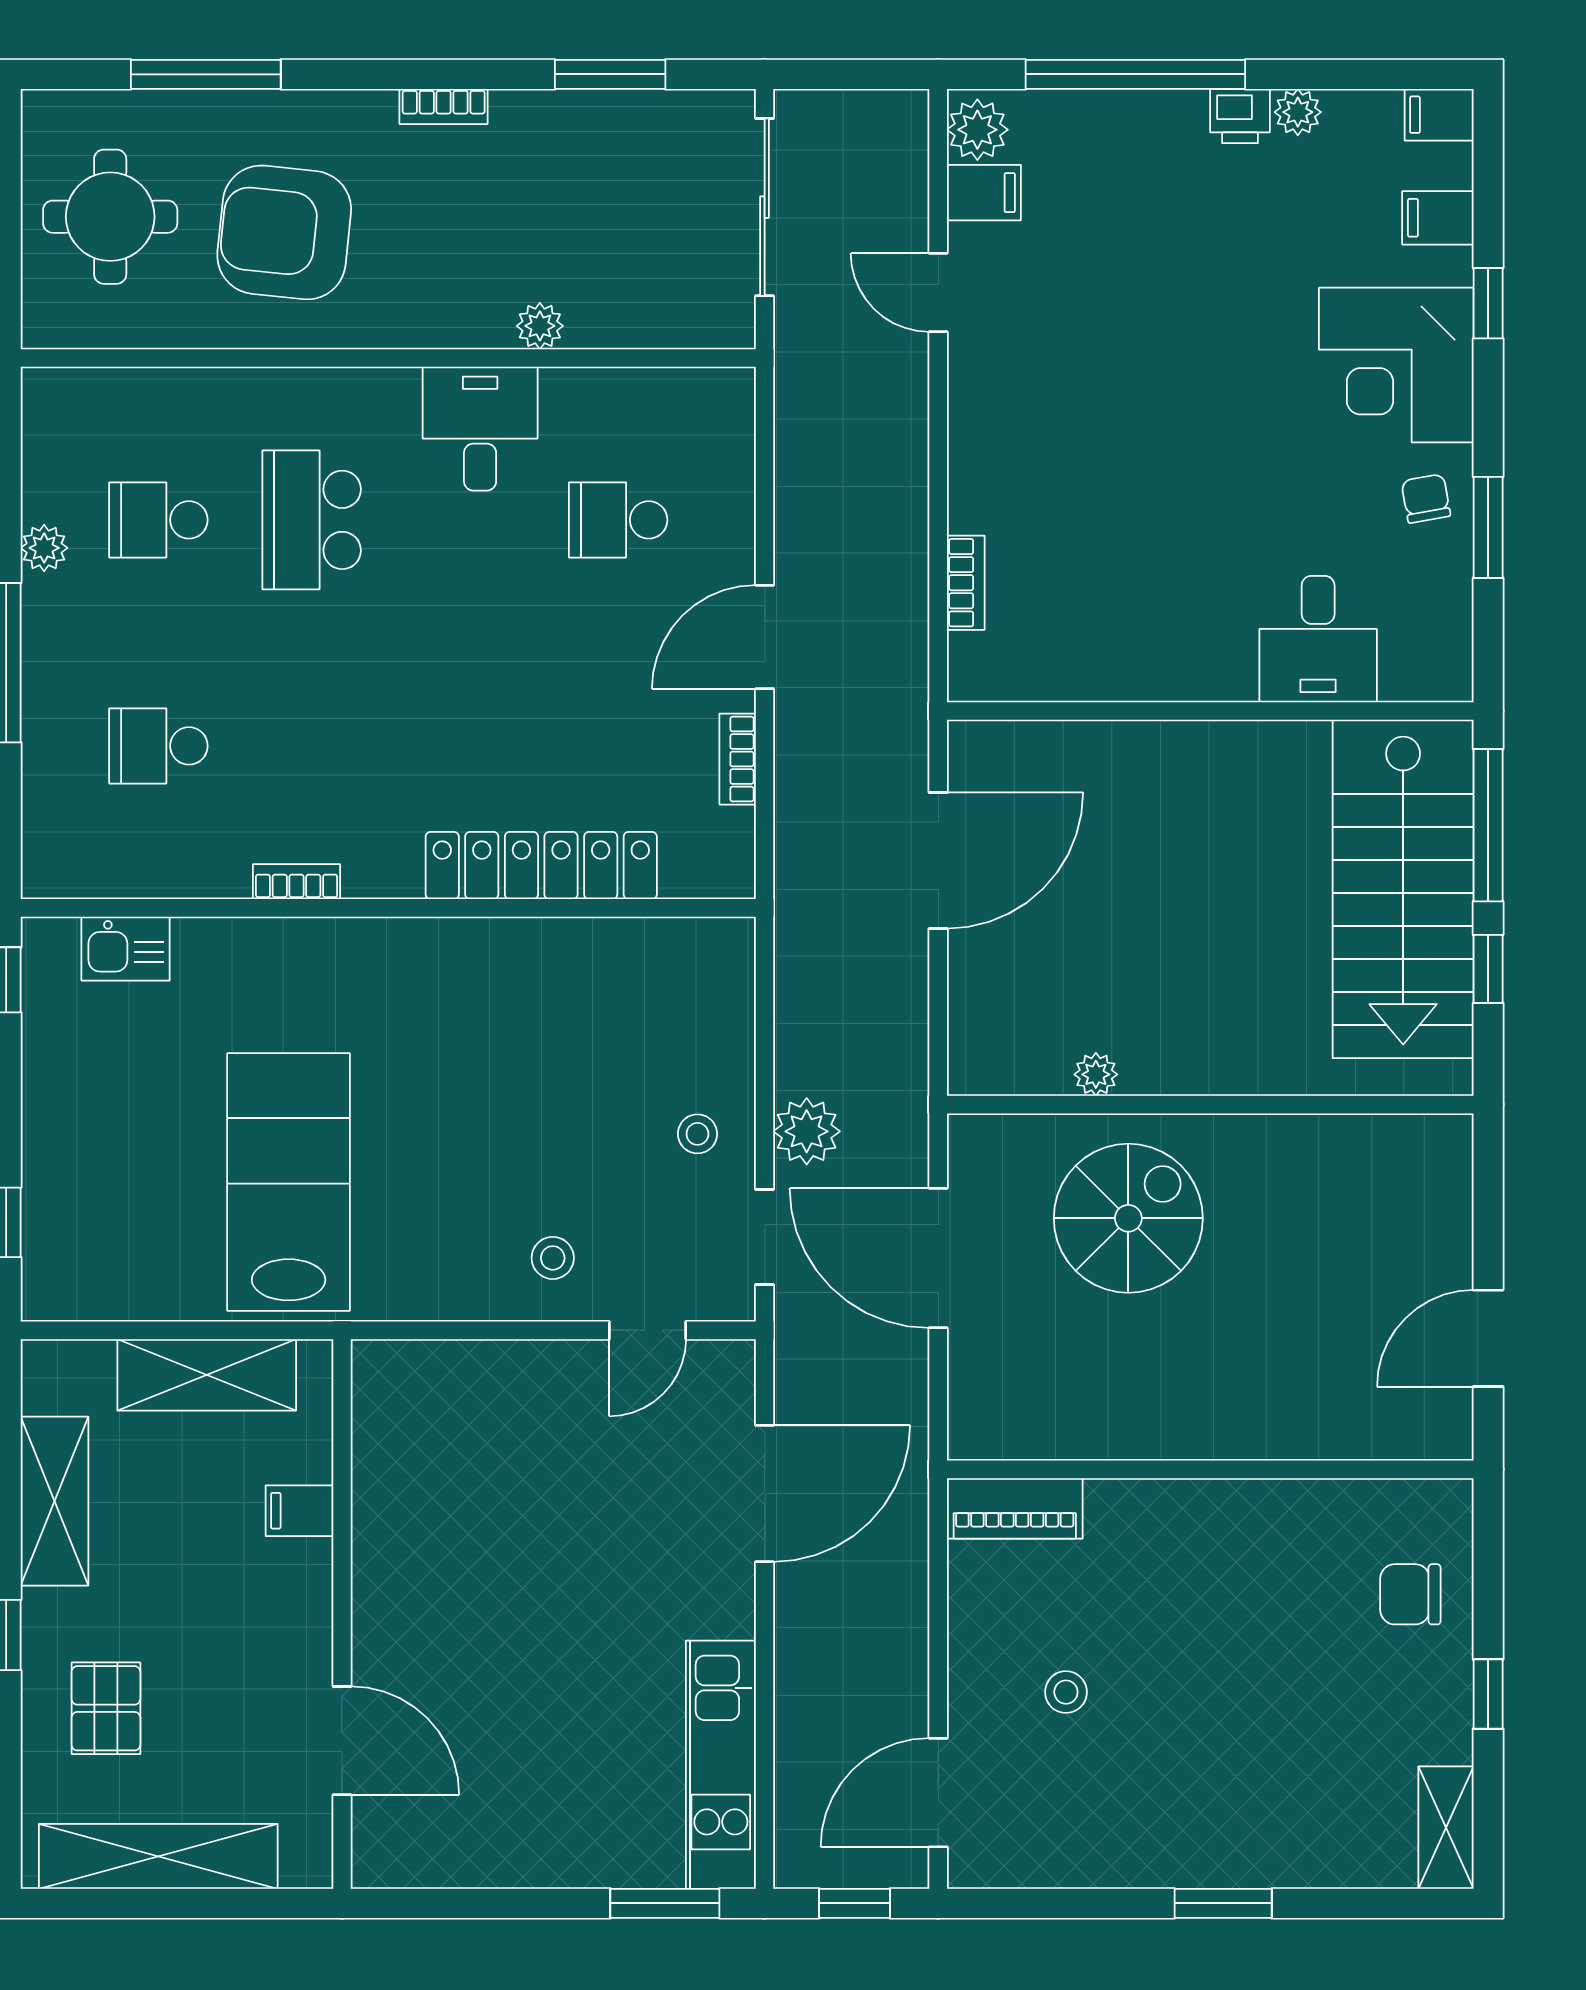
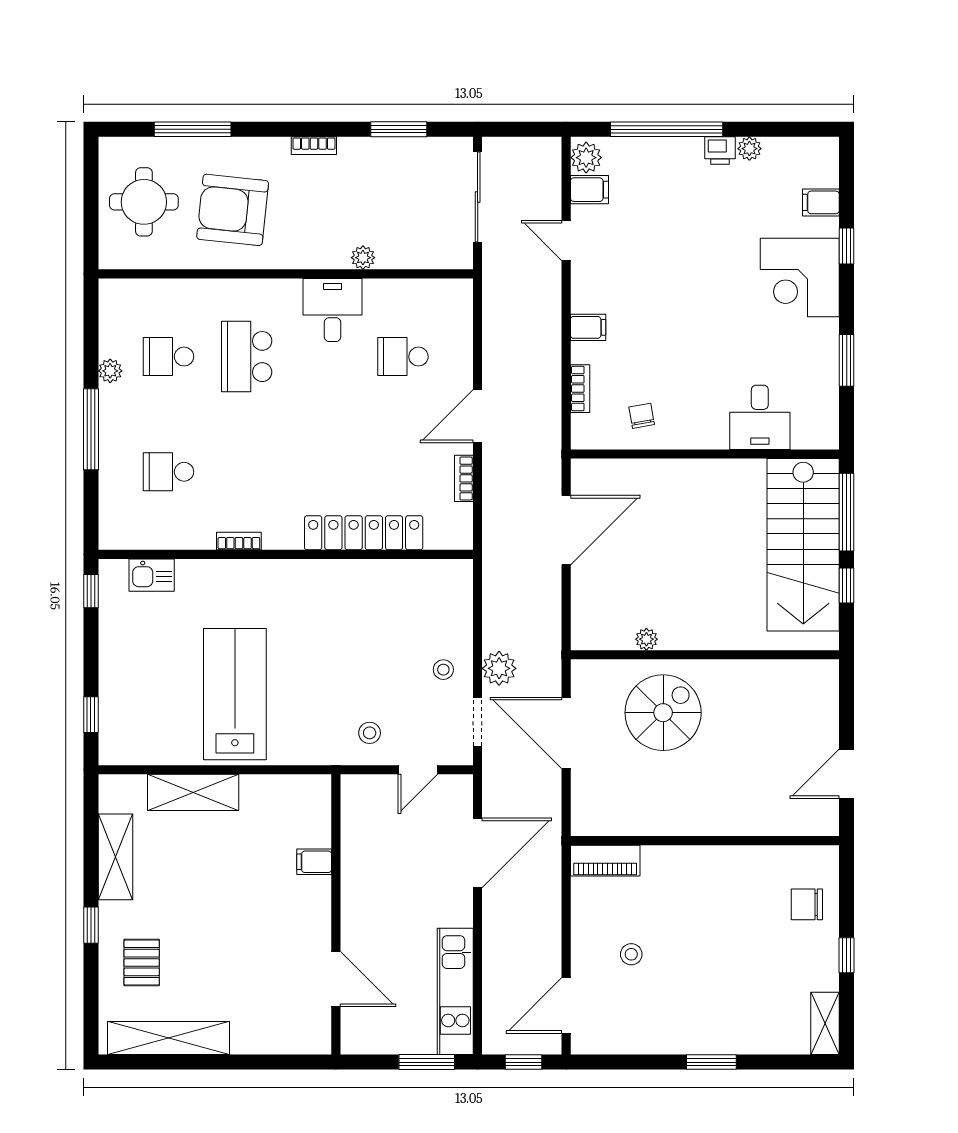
filing cabinet: (1439, 115) -> (588, 327), moved, turned 180
chair: (1426, 499) -> (642, 416), moved
filing cabinet: (299, 1511) -> (314, 862), moved
wall: (342, 1614) -> (336, 914), moved
door: (342, 1741) -> (336, 979), moved

